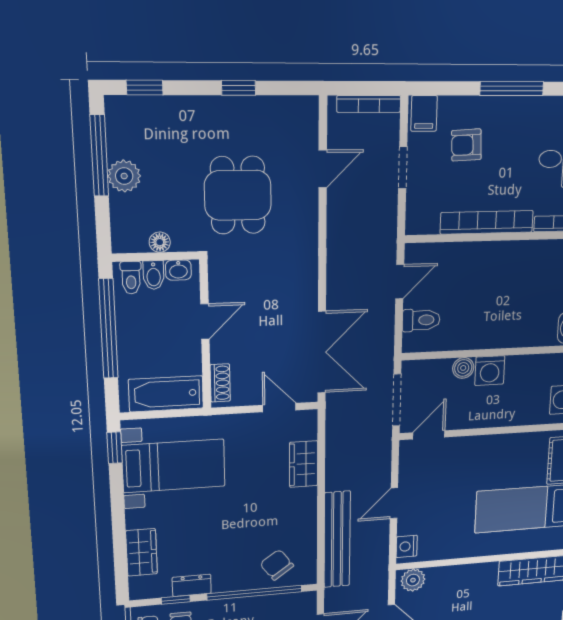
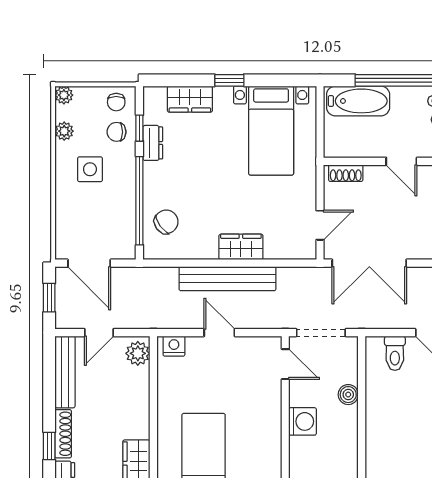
washing machine: (490, 371) -> (303, 421), moved, turned 180
bathtub: (166, 394) -> (358, 101), moved, turned 90
window: (115, 448) -> (229, 80), moved
wardrobe: (304, 464) -> (241, 247), moved
bench: (337, 540) -> (227, 279), moved

